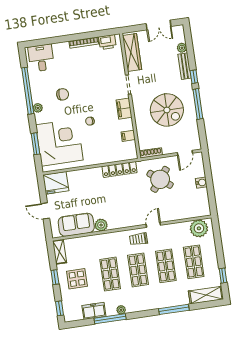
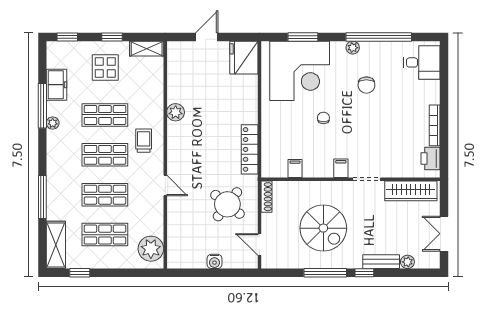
filing cabinet: (124, 109) -> (341, 168), width x0.50
spiral stairs: (167, 110) -> (323, 228), turned -90
sofa: (76, 225) -> (181, 77), removed
trolley: (139, 239) -> (144, 141), moved

